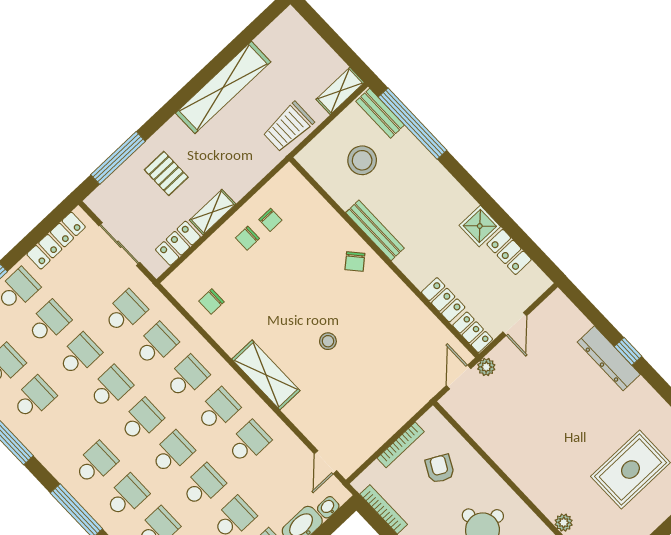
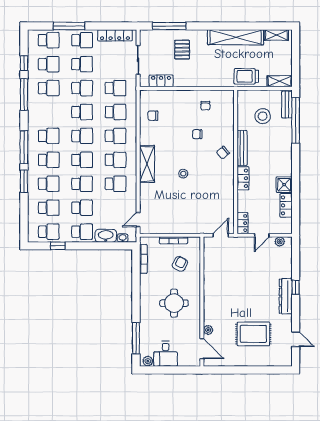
shelving: (213, 212) -> (276, 35), moved
chair: (247, 238) -> (197, 134), moved
locker: (443, 300) -> (243, 178), moved
dresser: (609, 358) -> (286, 296), moved
plant: (486, 367) -> (280, 241), moved

